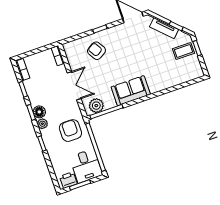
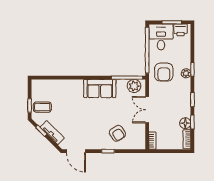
floor lamp: (39, 112) -> (185, 123), moved
plant: (42, 124) -> (186, 73), moved

